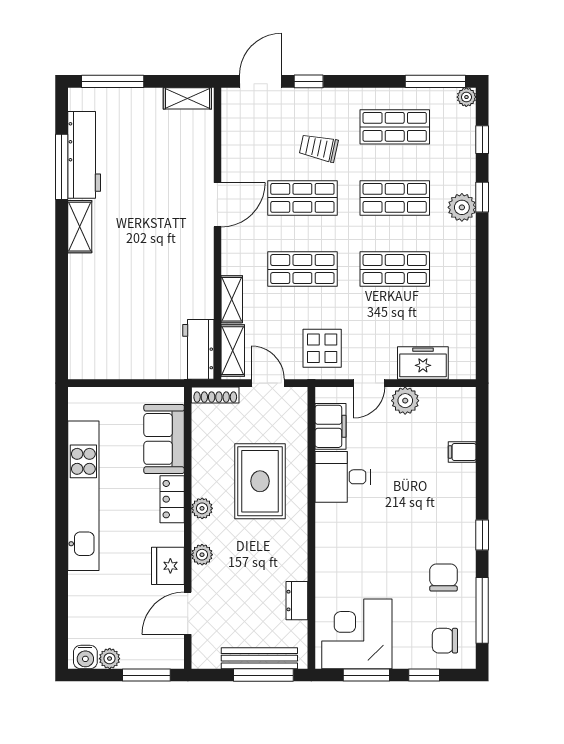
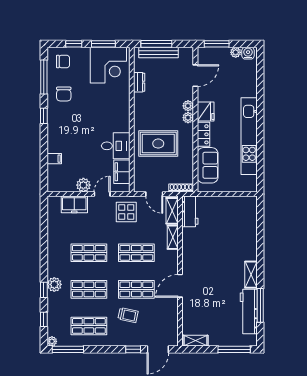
rug: (260, 481) -> (158, 144), turned 90
plant: (202, 508) -> (188, 118), moved
fridge: (168, 566) -> (206, 112), moved

